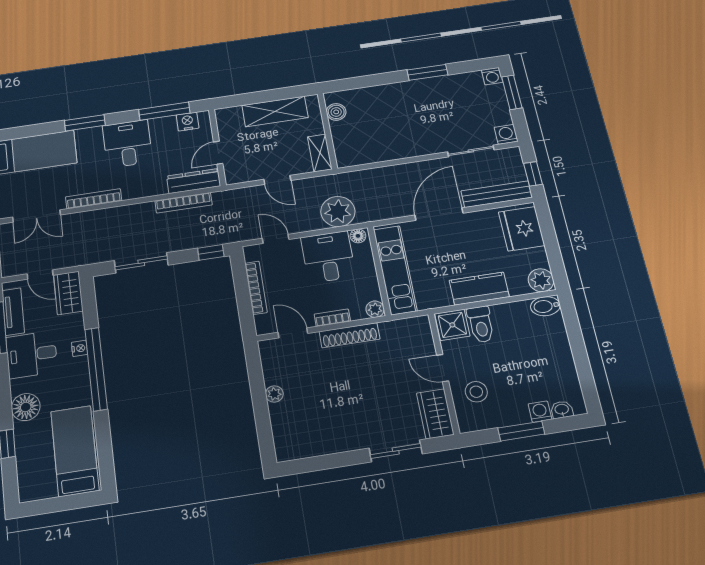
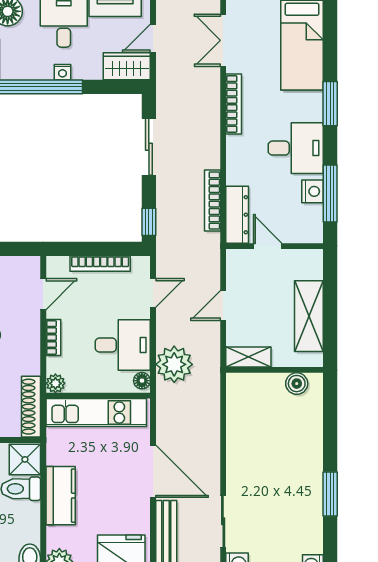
nightstand: (188, 122) -> (312, 191), moved
shoe rack: (350, 335) -> (31, 407), moved

